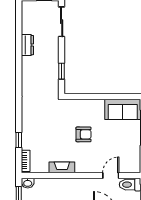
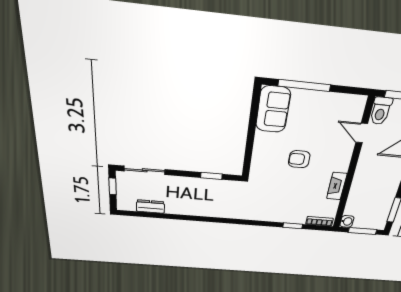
dresser: (27, 45) -> (150, 207), moved
armchair: (84, 134) -> (299, 159), turned -90

